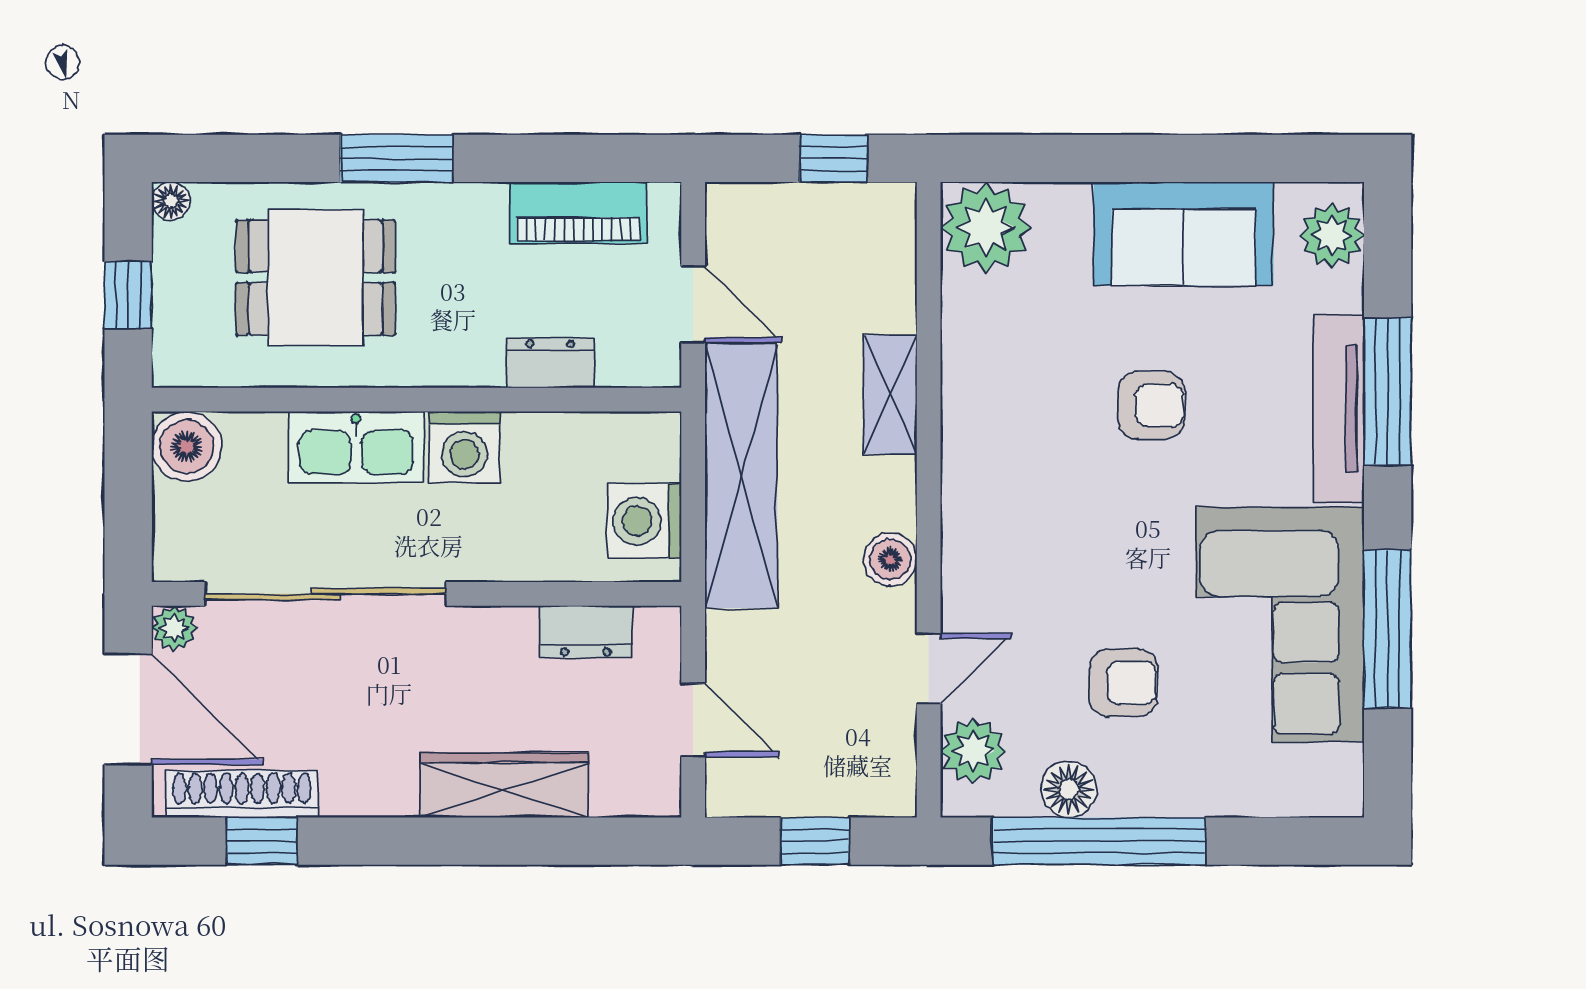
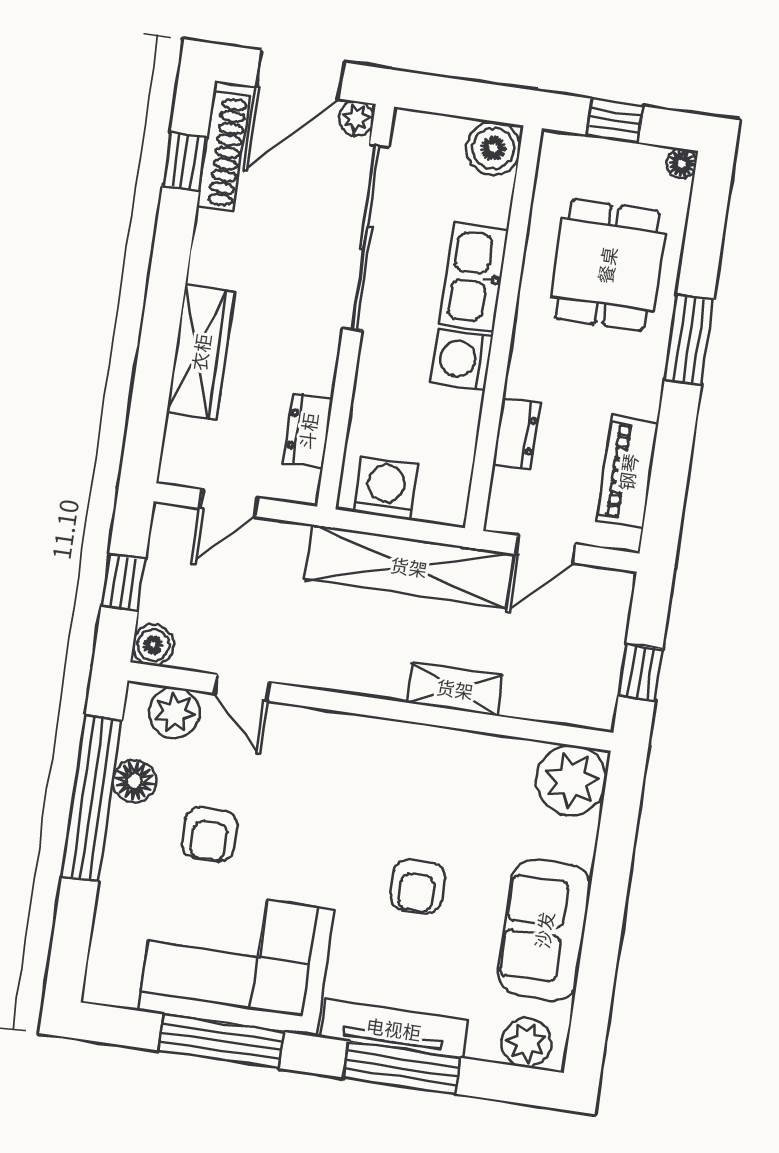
boiler: (890, 559) -> (153, 645), moved

